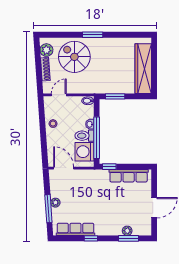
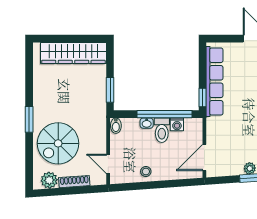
washing machine: (84, 152) -> (177, 124), width x0.53, depth x0.53
row of seats: (129, 176) -> (215, 82), width x1.36

